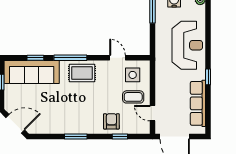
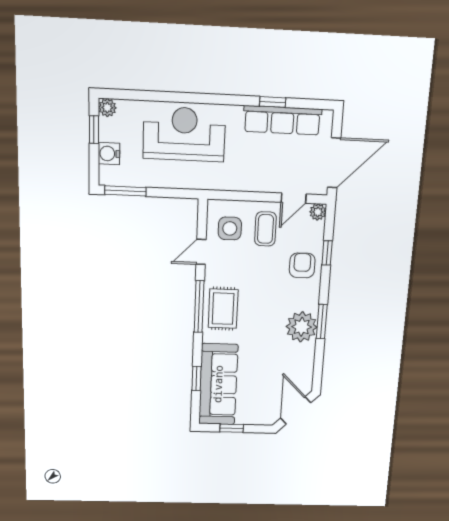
window: (70, 58) -> (199, 307), moved
window: (208, 77) -> (273, 102), moved
armchair: (111, 121) -> (302, 265), turned 90
plant: (72, 124) -> (302, 327), added
plant: (145, 129) -> (318, 212), added

